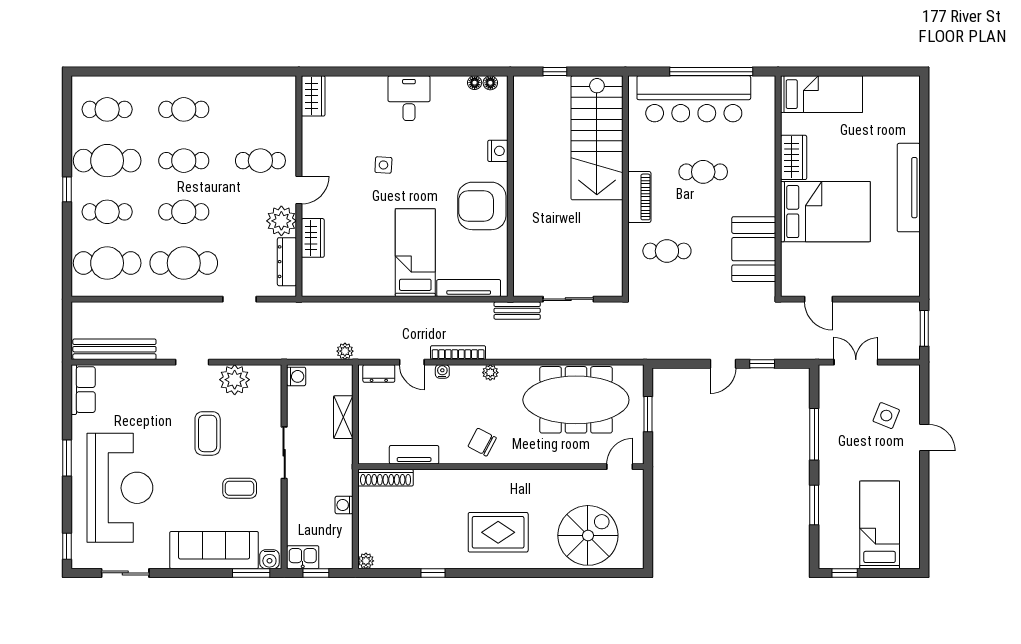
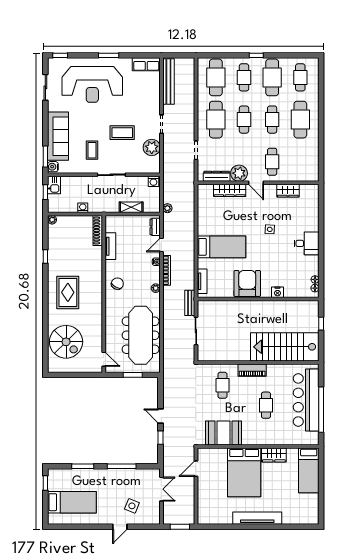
wardrobe: (313, 96) -> (288, 191), moved
cafe table: (184, 109) -> (300, 120), width x1.37, depth x1.35
wardrobe: (313, 238) -> (230, 190), width x1.50
tv unit: (469, 288) -> (202, 281), width x0.71

